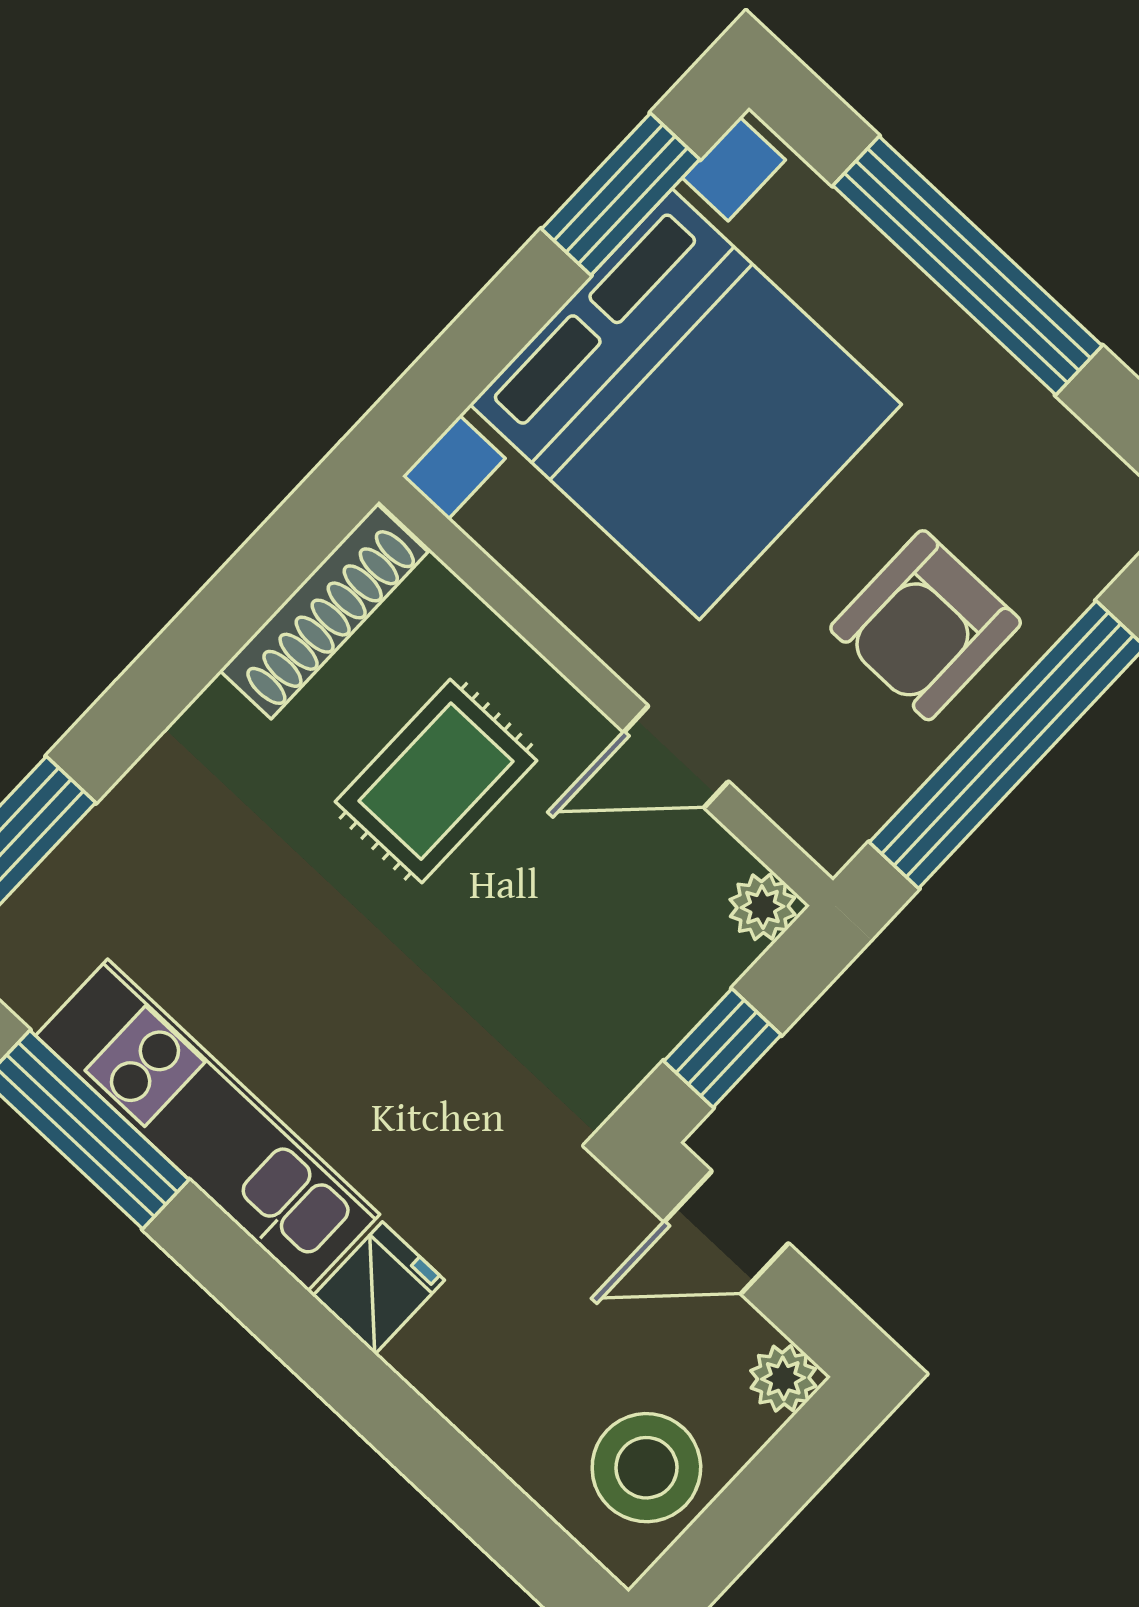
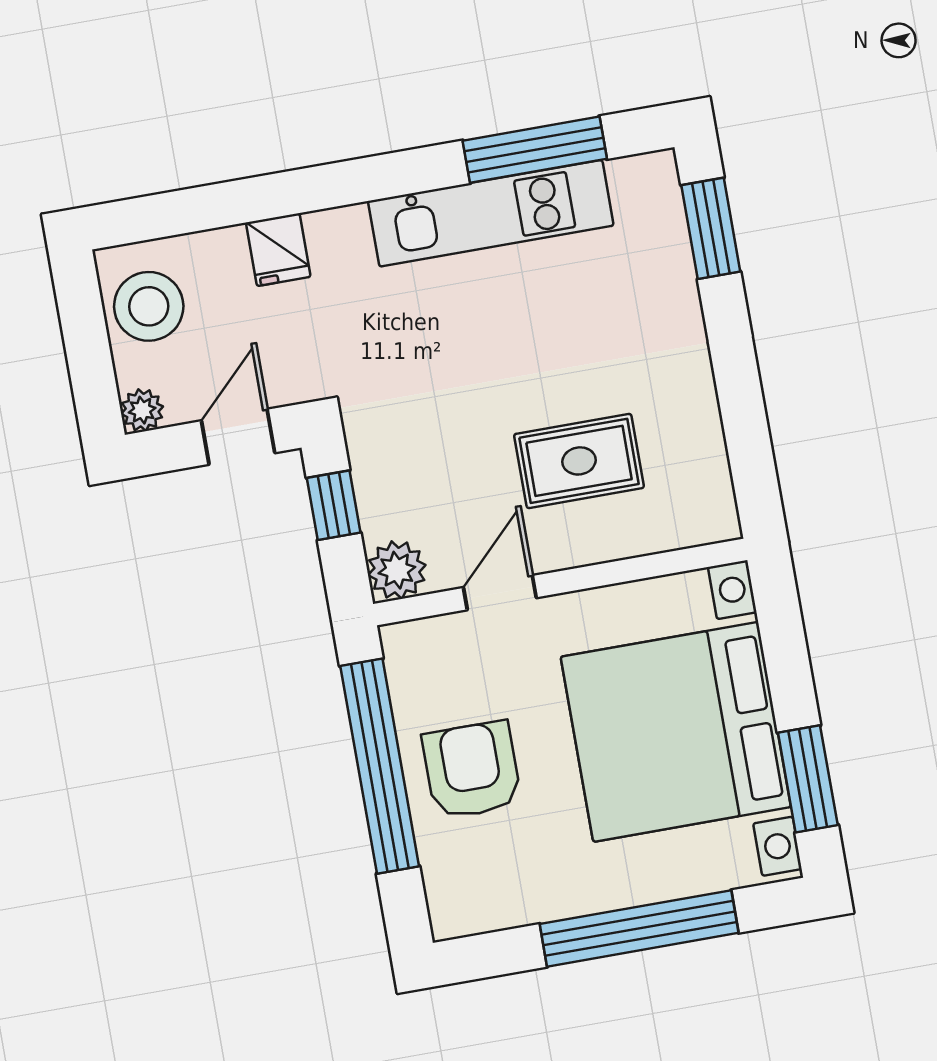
shoe rack: (324, 611) -> (708, 469), removed
rug: (436, 781) -> (579, 461), turned 90
plant: (763, 907) -> (397, 570), width x1.38, depth x1.38
fridge: (379, 1288) -> (278, 250), moved

